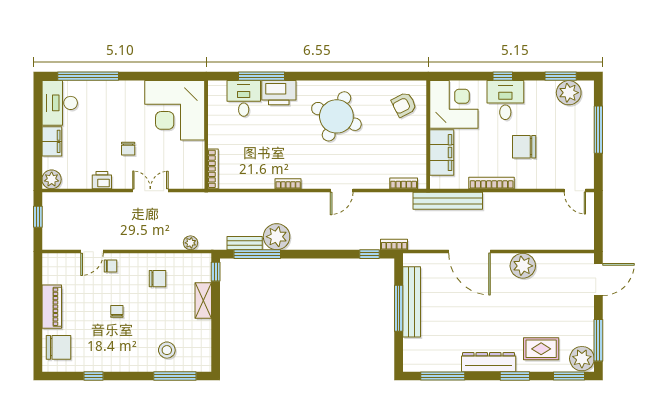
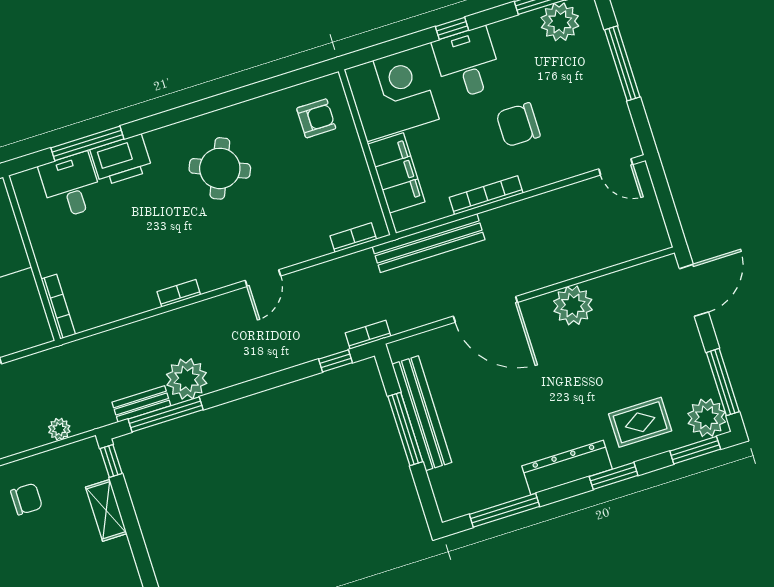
armchair: (404, 105) -> (316, 118), turned -153
round table: (336, 116) -> (220, 168), width x0.73, depth x0.73

